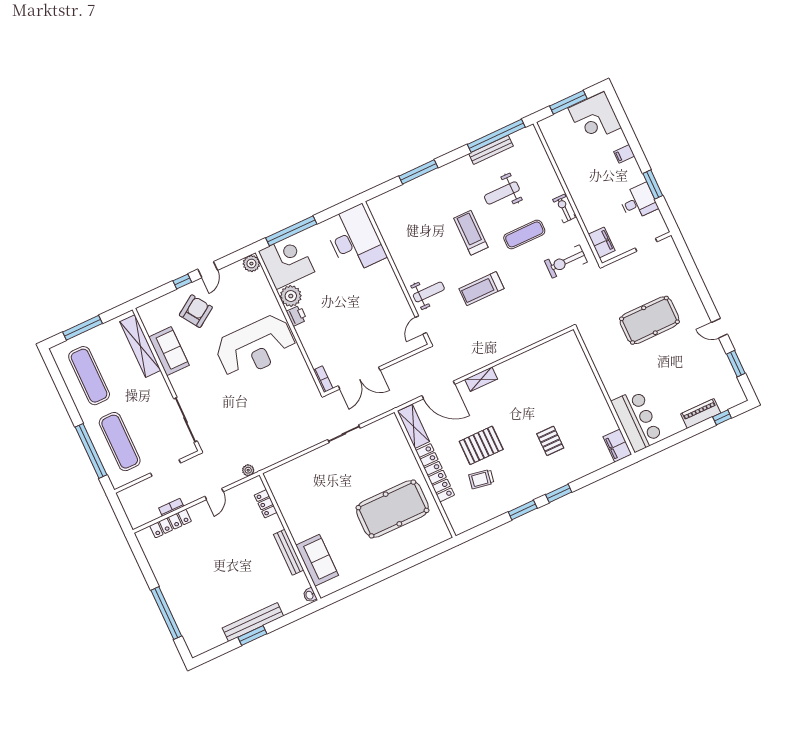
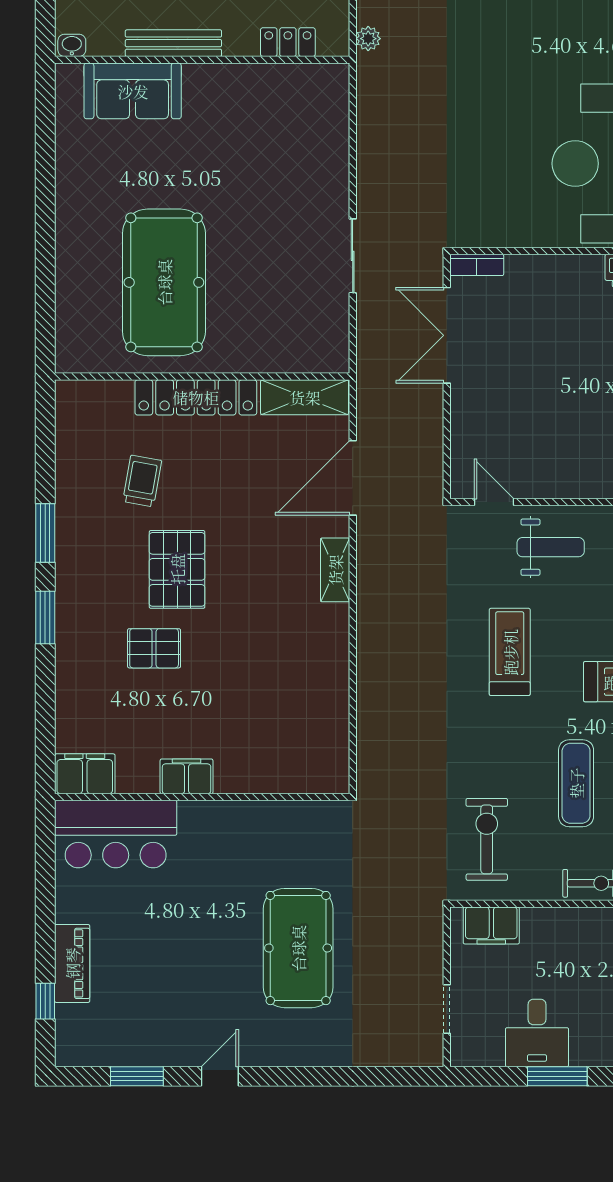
weight bench: (429, 292) -> (551, 547), turned -90
filing cabinet: (598, 402) -> (187, 776), added
pallet: (481, 445) -> (177, 569), moved

